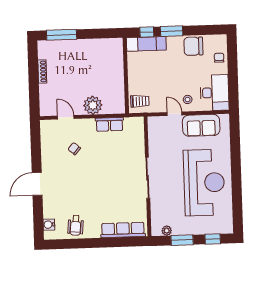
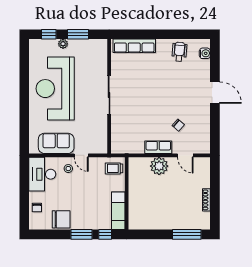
exam couch: (146, 44) -> (118, 211), moved, turned -90
row of seats: (109, 124) -> (158, 147), moved
door: (37, 184) -> (215, 93), hinge flipped
plant: (167, 231) -> (63, 44), moved

